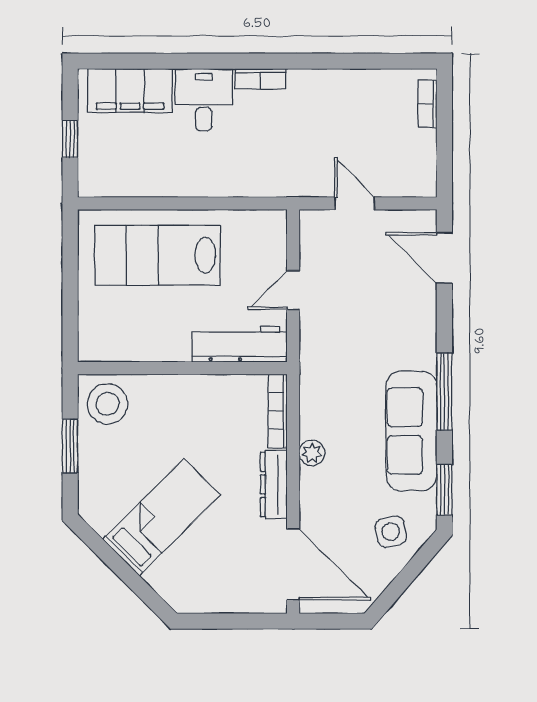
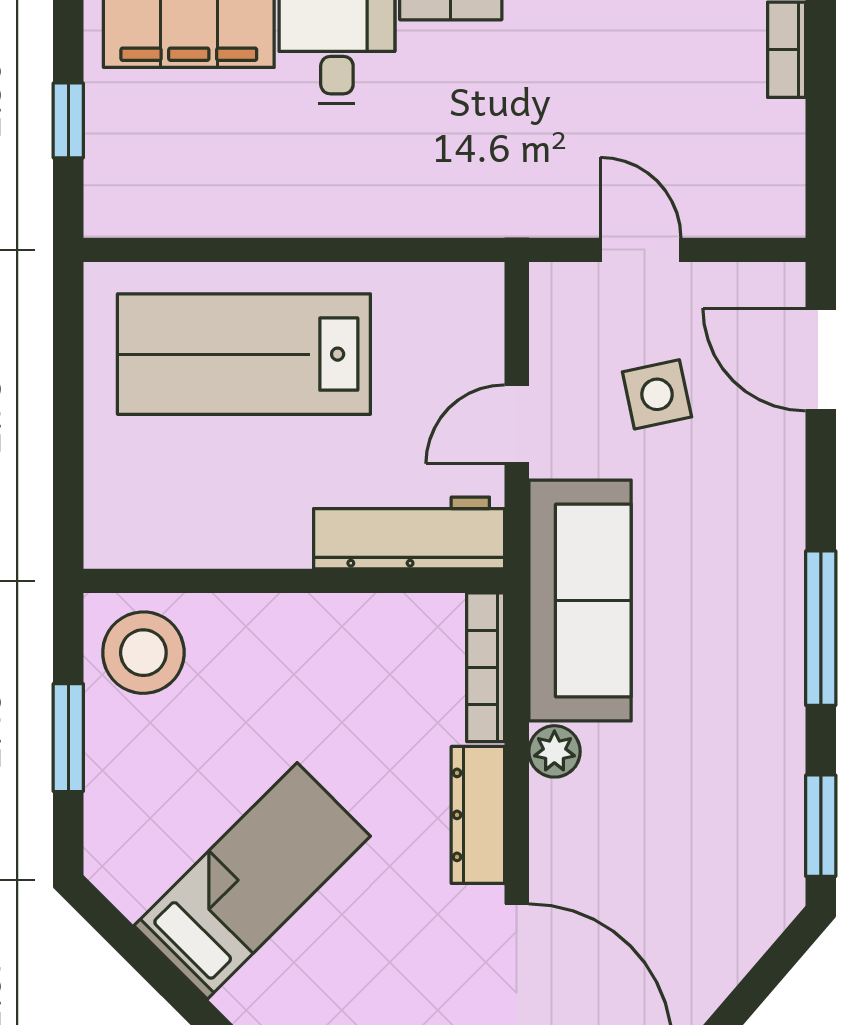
sofa: (411, 431) -> (580, 601), moved, turned 180
side table: (391, 532) -> (657, 394), moved

